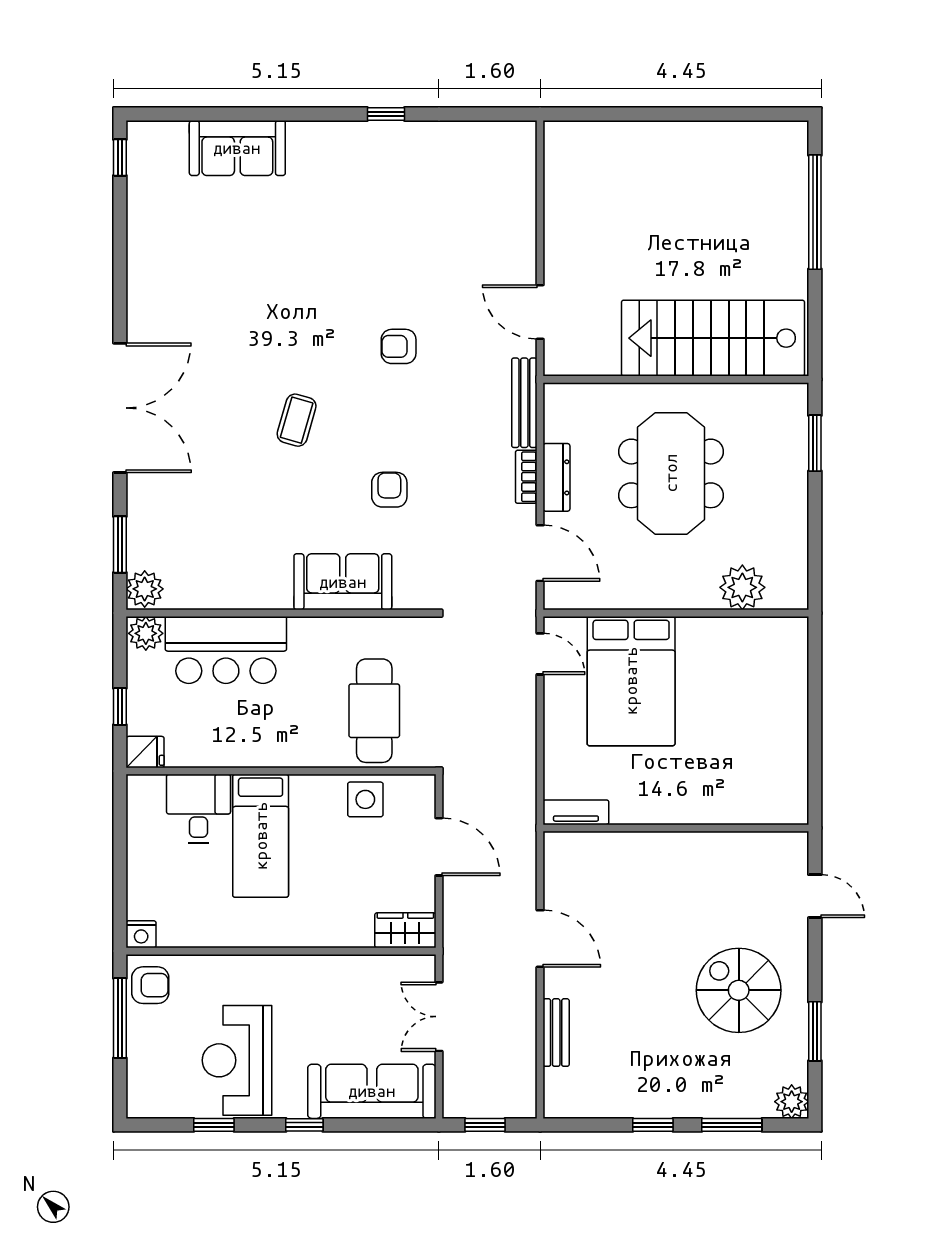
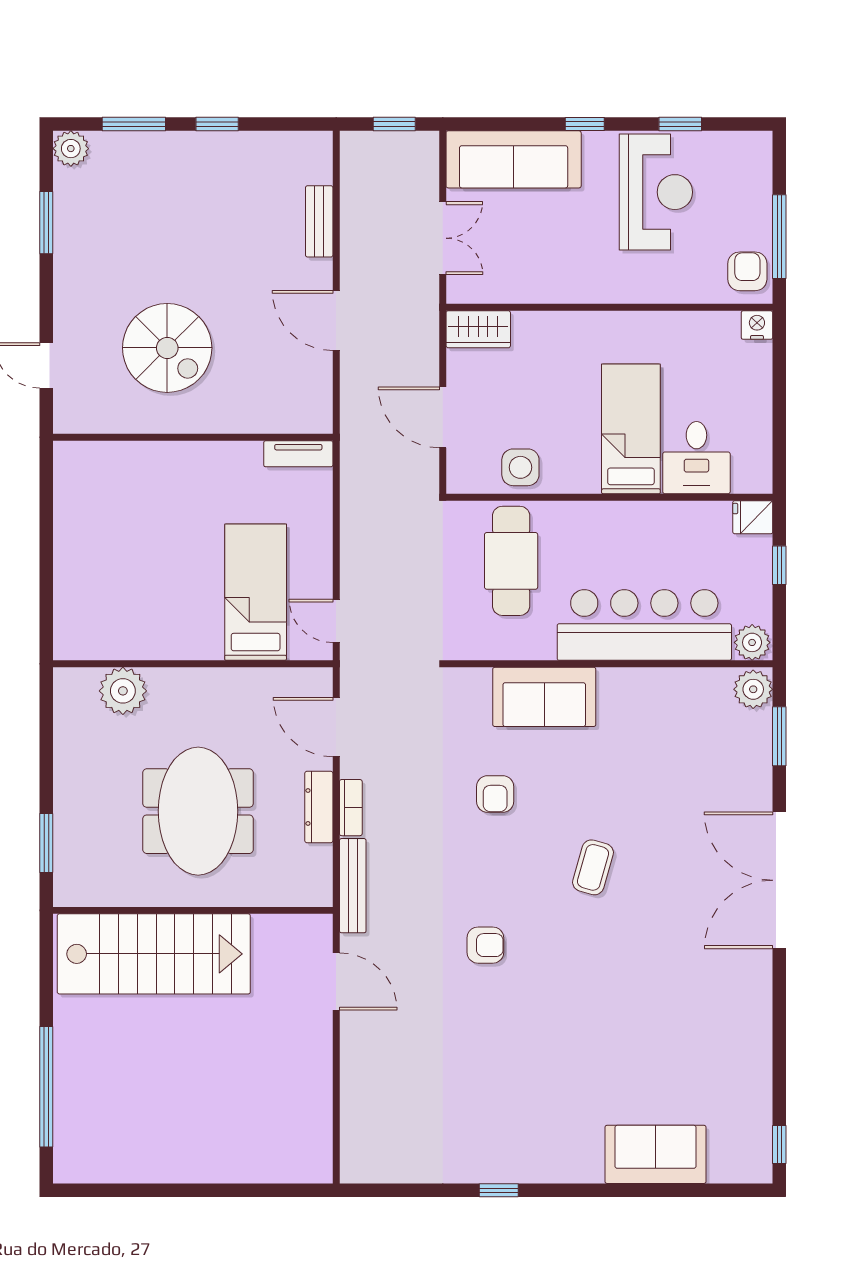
bar counter: (226, 650) -> (644, 625), width x1.36
bed: (631, 681) -> (256, 592), width x0.67
armchair: (150, 985) -> (747, 271), turned 90
spiral stairs: (739, 990) -> (167, 348), moved

